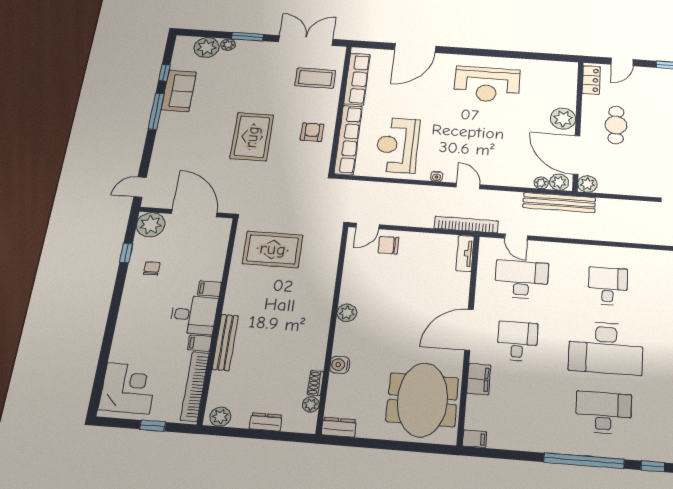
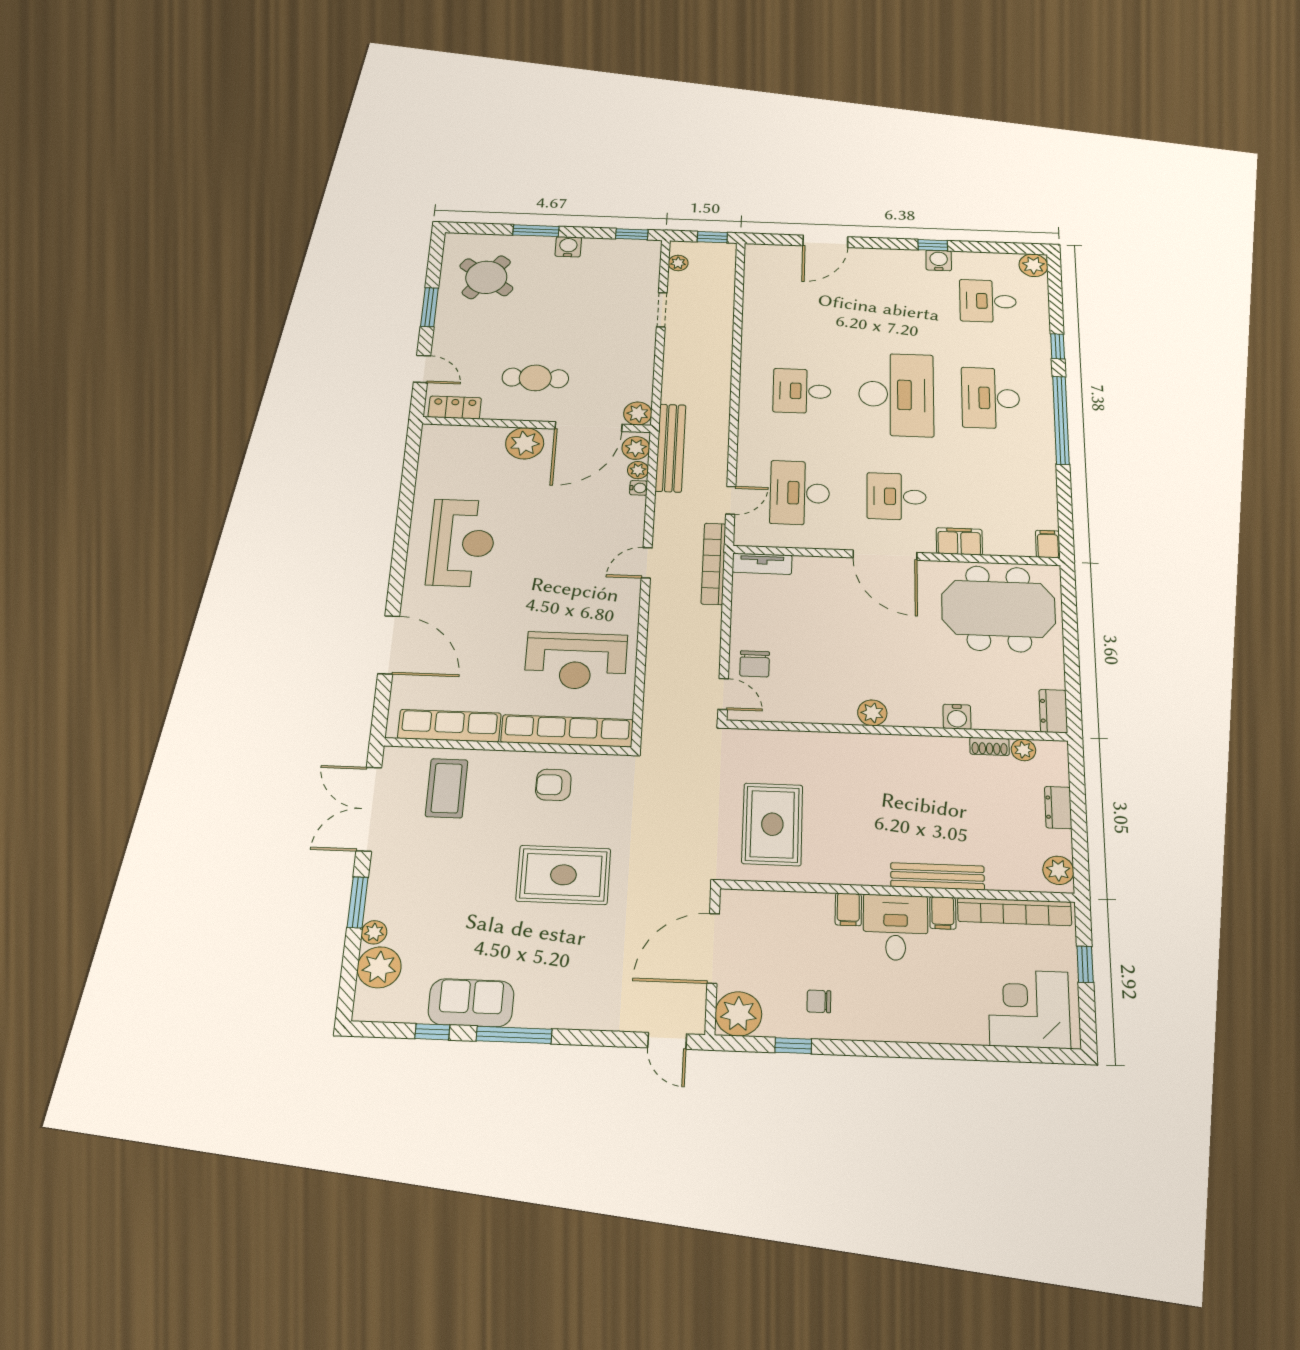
water cooler: (437, 176) -> (639, 488), moved

